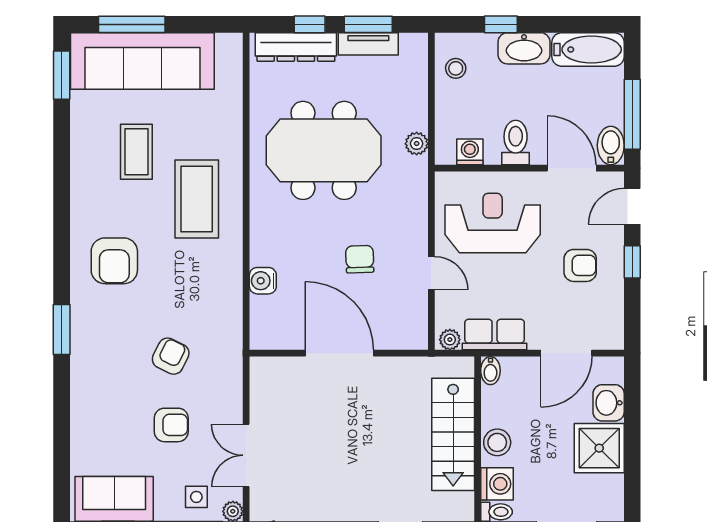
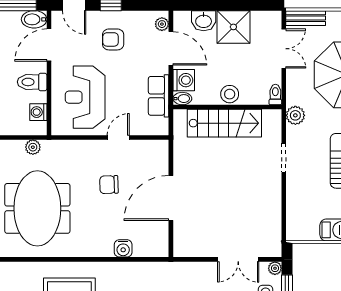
armchair: (580, 265) -> (113, 39), turned -90
plant: (450, 340) -> (162, 24), moved
washing machine: (497, 484) -> (184, 80), moved, turned 90

